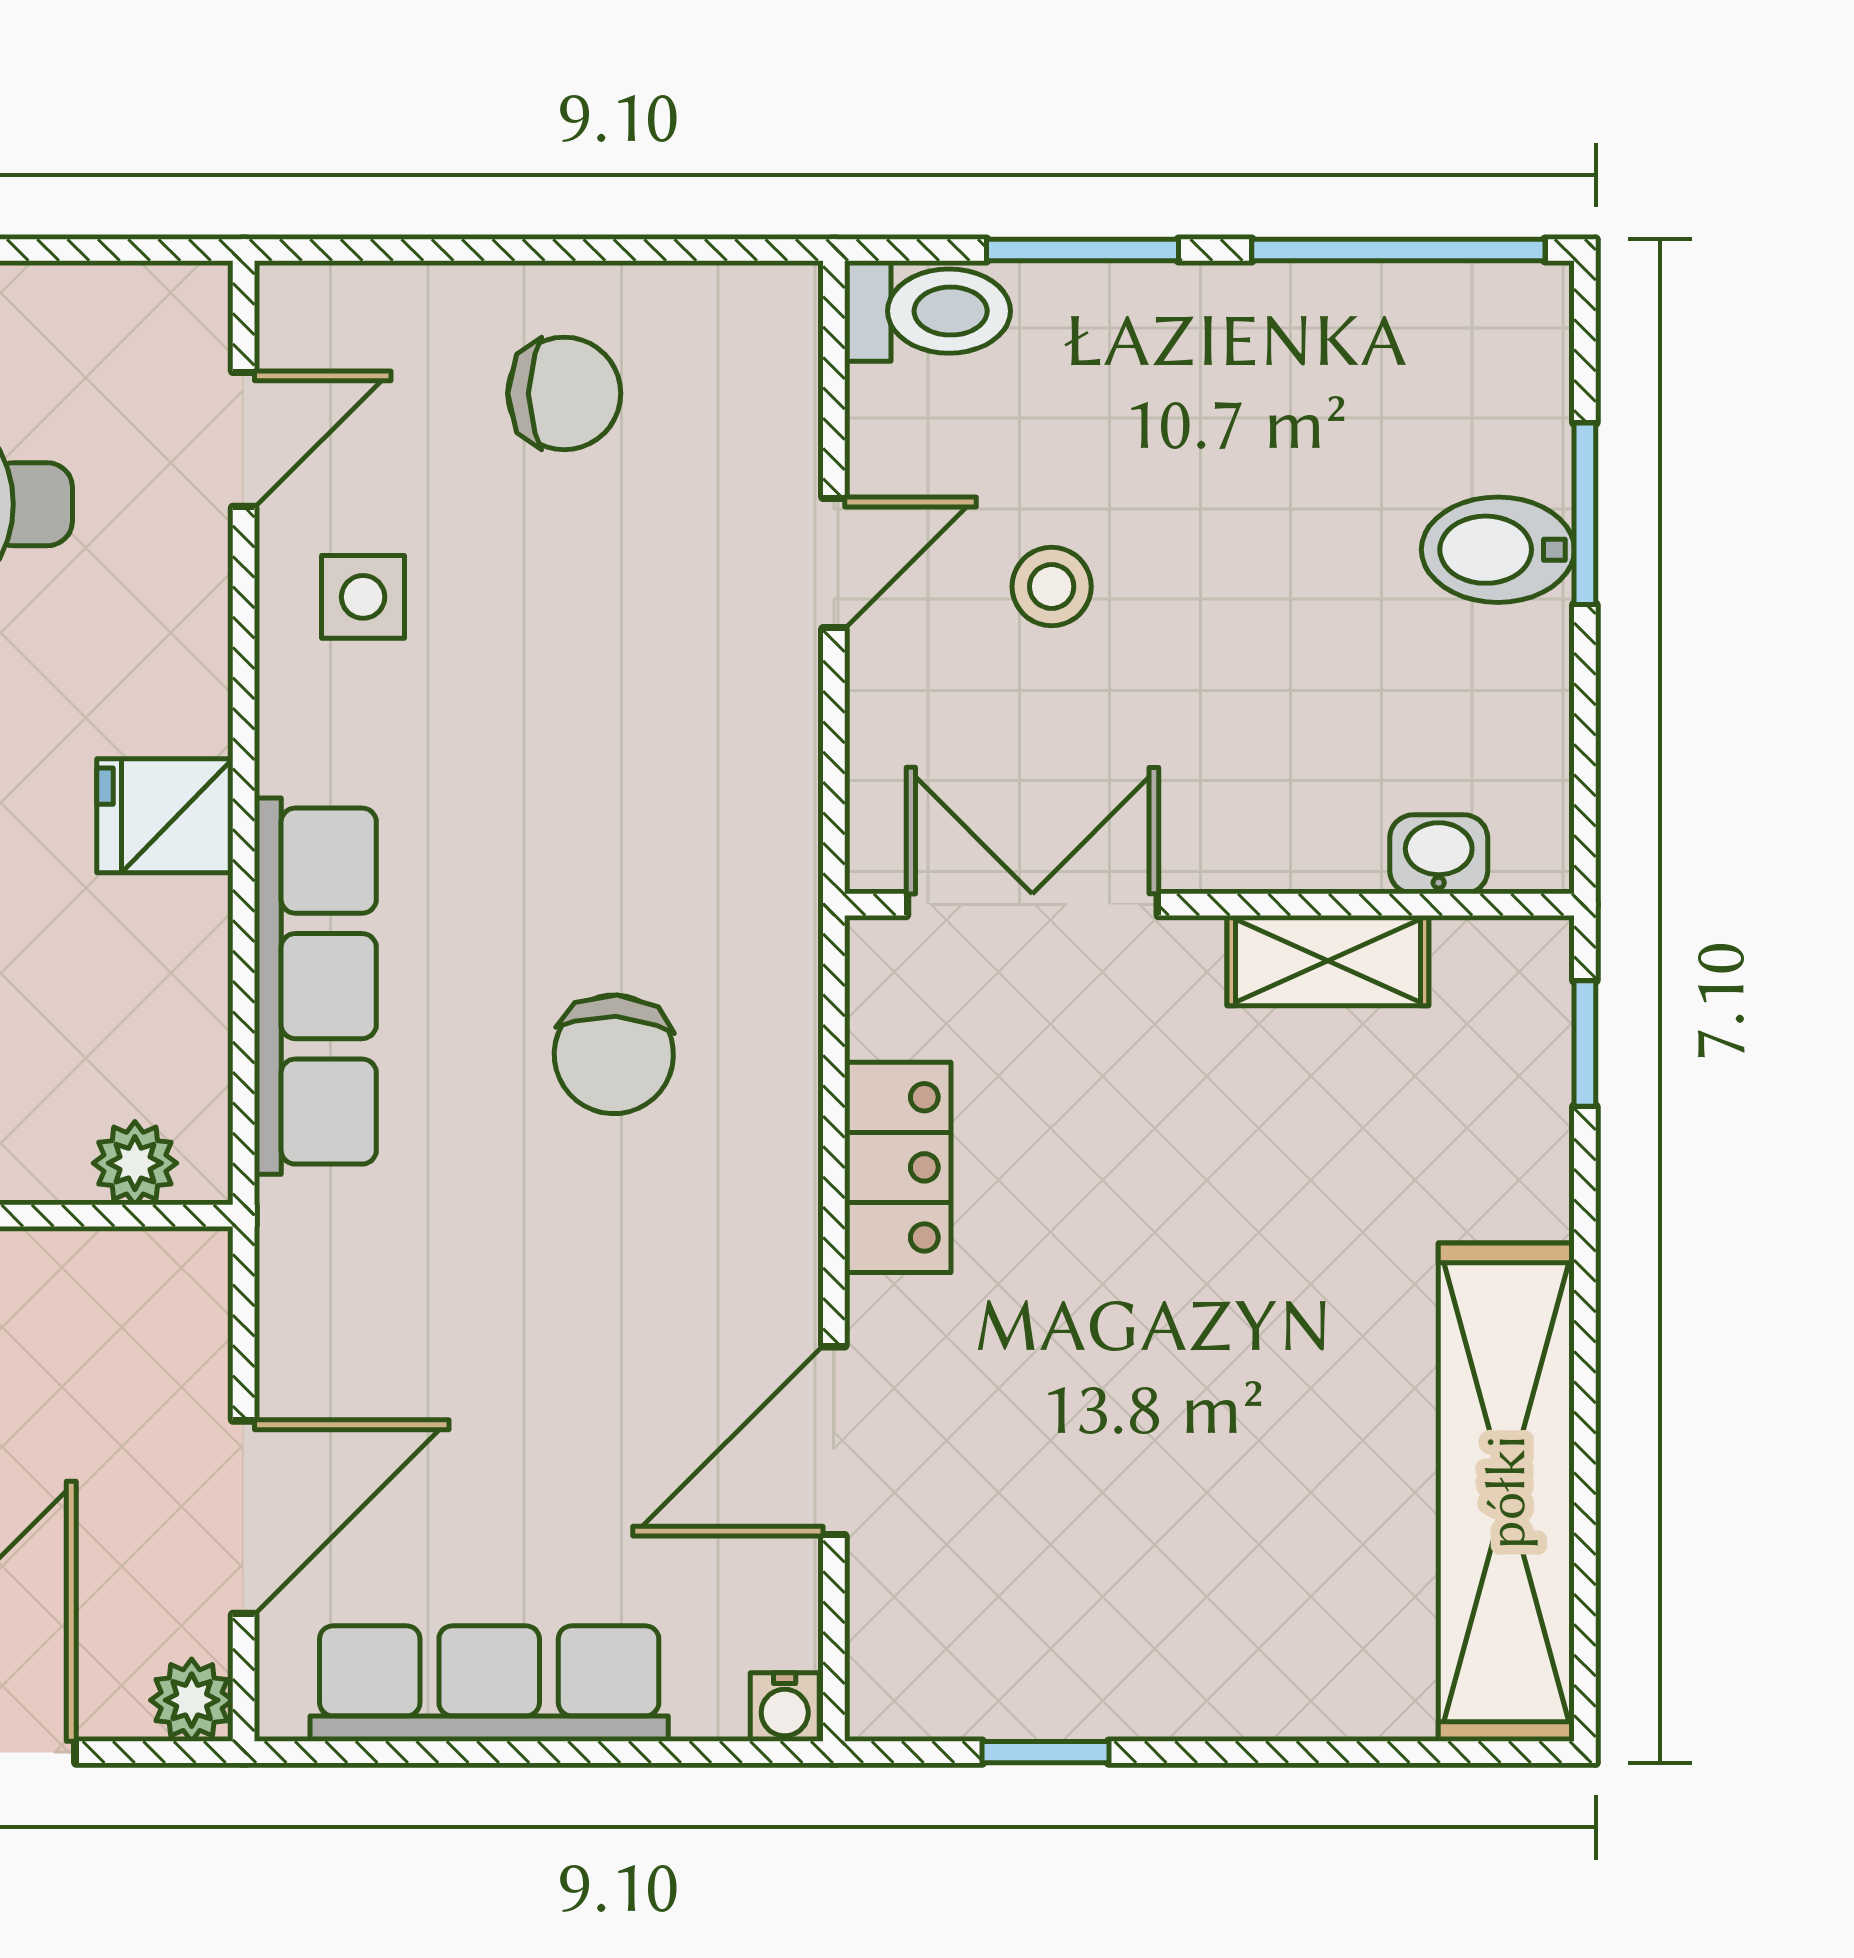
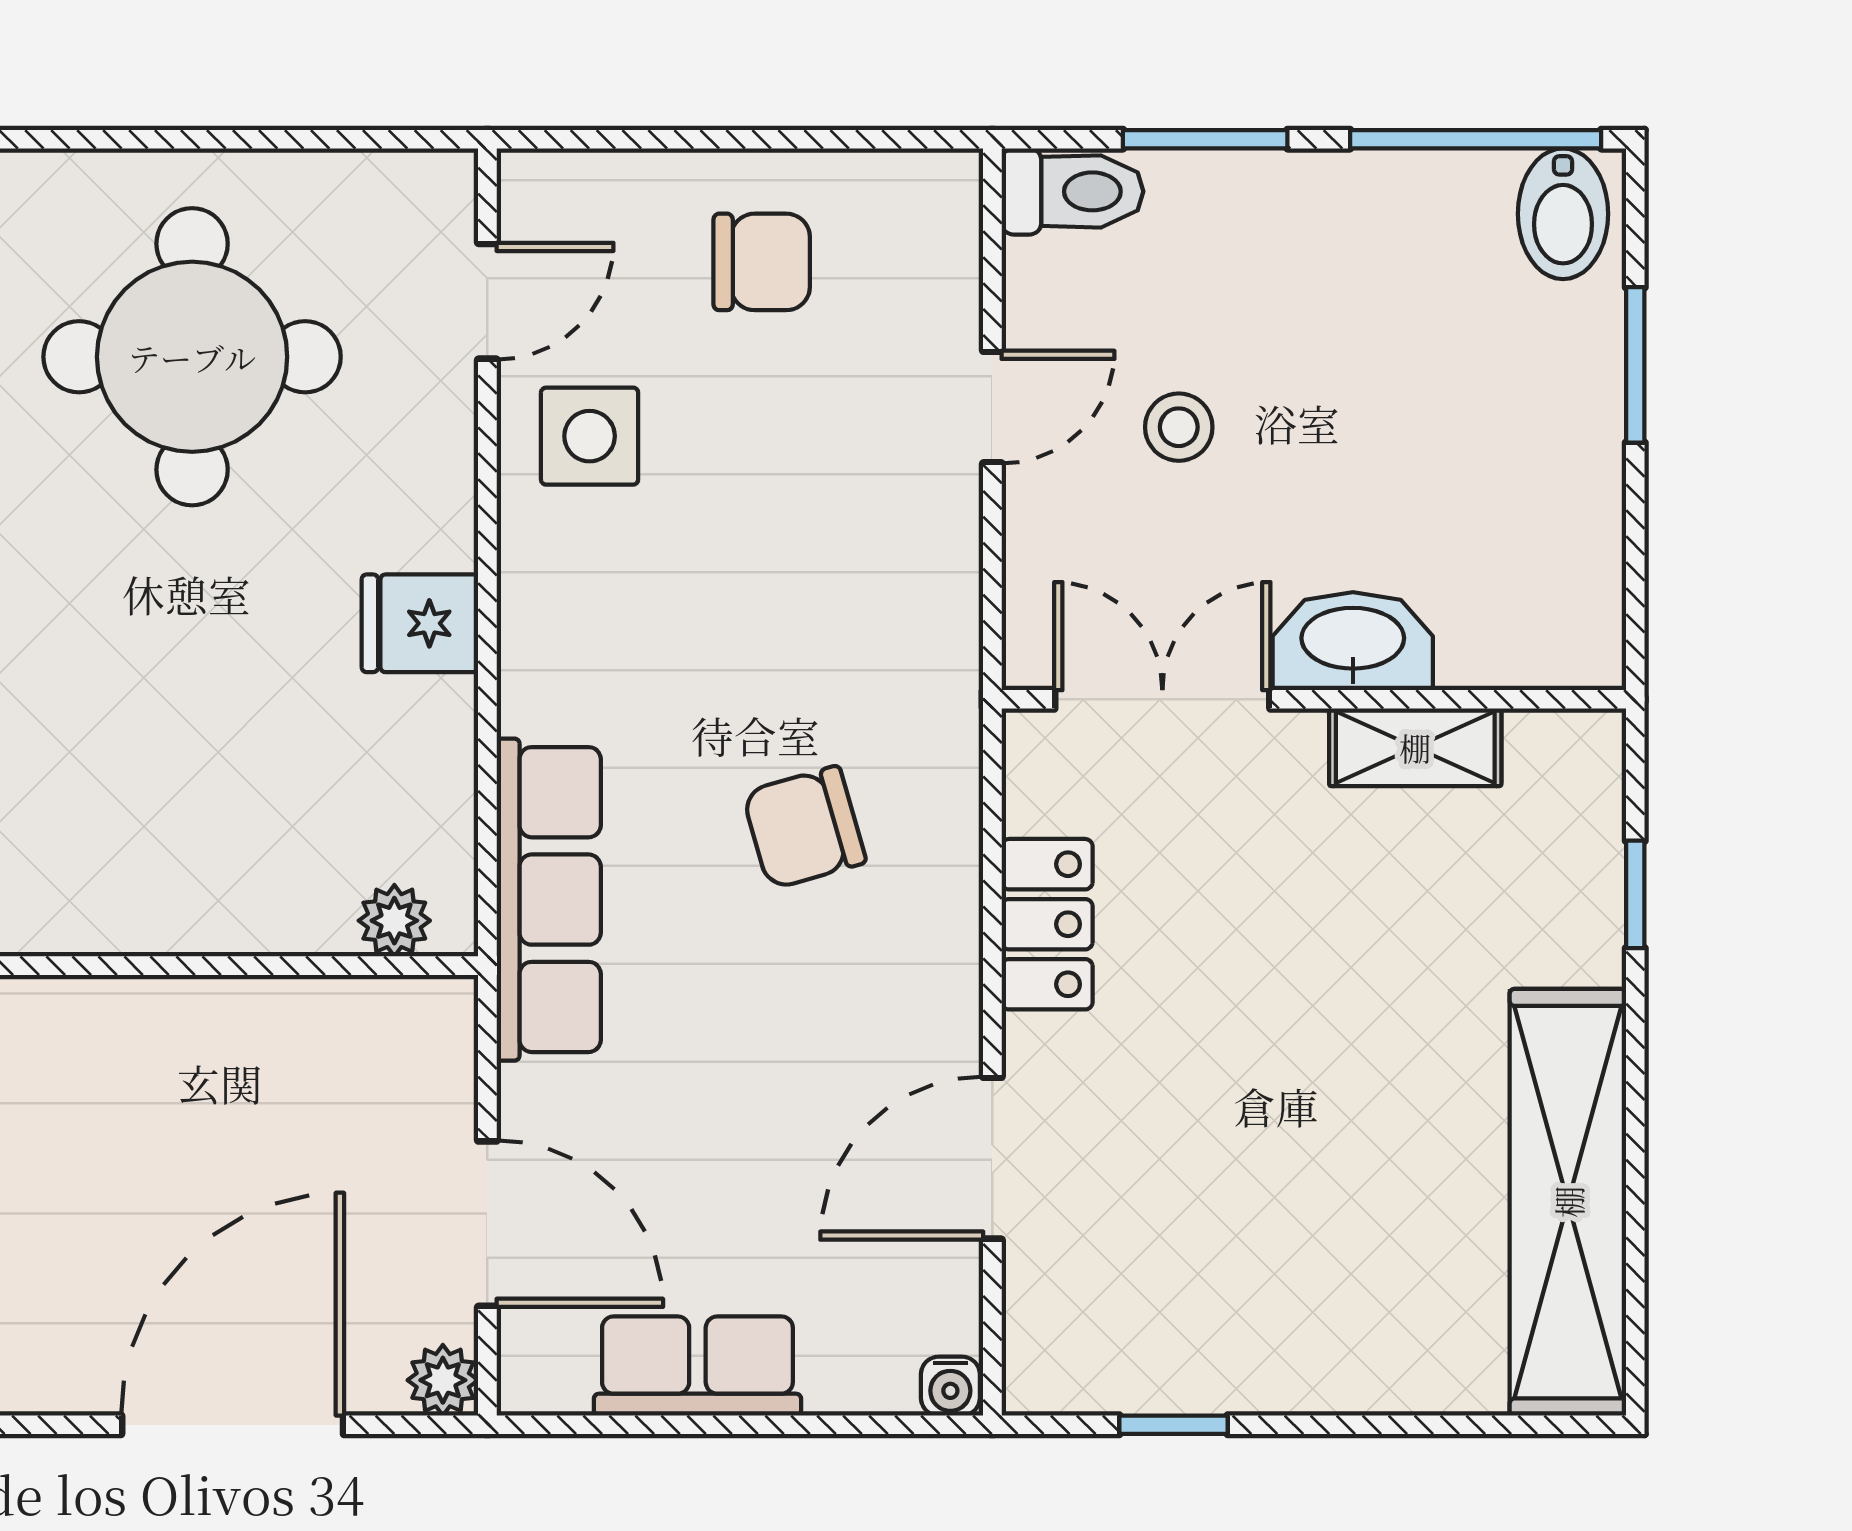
bidet: (1498, 550) -> (1563, 214), moved, turned -90
side table: (363, 597) -> (590, 436), width x1.37, depth x1.37
washbasin: (1439, 854) -> (1353, 641), moved, width x1.91, depth x1.45
row of seats: (315, 986) -> (549, 900), moved
window: (1585, 1044) -> (1635, 894), moved
chair: (614, 1054) -> (804, 828), turned 71
door: (244, 1517) -> (487, 1224), hinge flipped
row of seats: (489, 1684) -> (697, 1366), width x0.68

